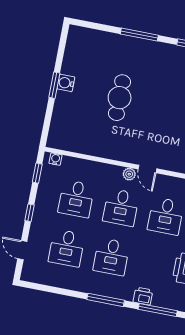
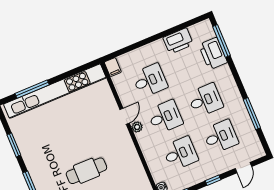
printer: (143, 296) -> (213, 54), width x1.87, depth x1.48
window: (106, 300) -> (252, 114), moved

